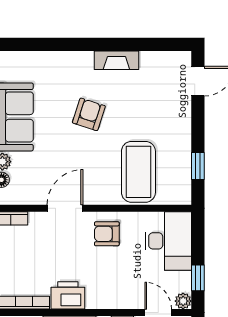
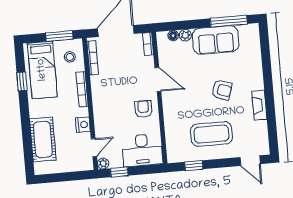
coffee table: (138, 172) -> (211, 134), moved
printer: (68, 295) -> (100, 87), removed

